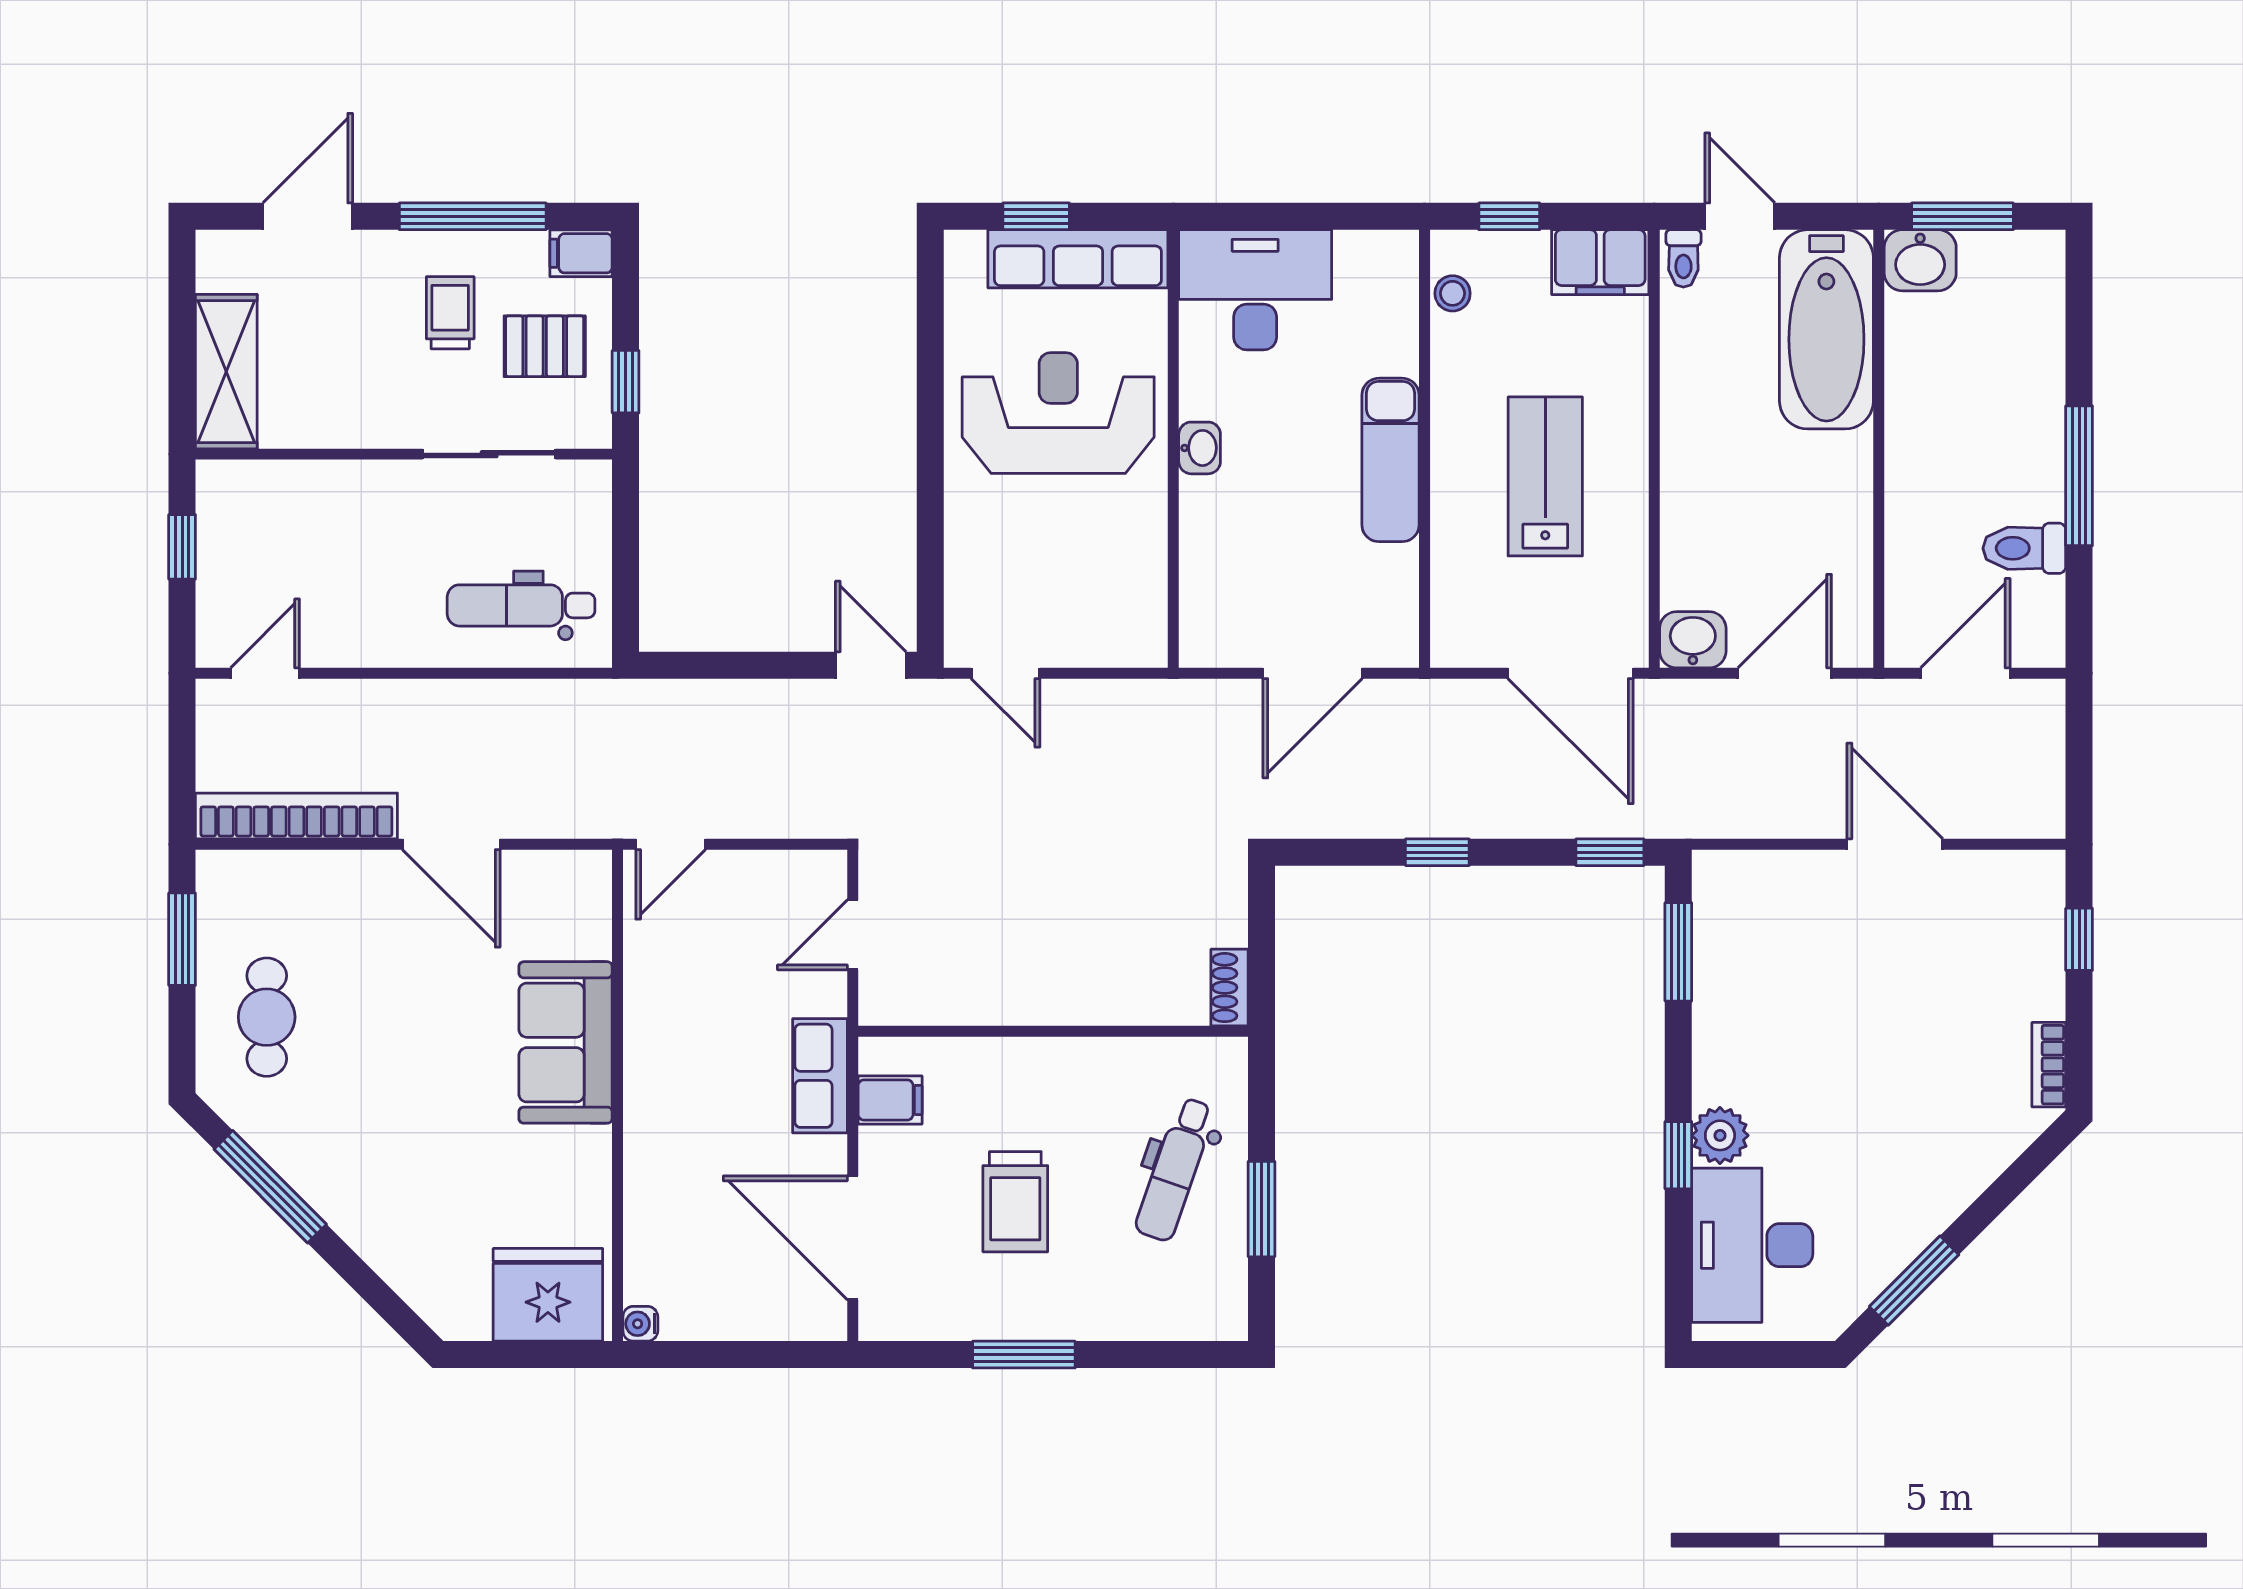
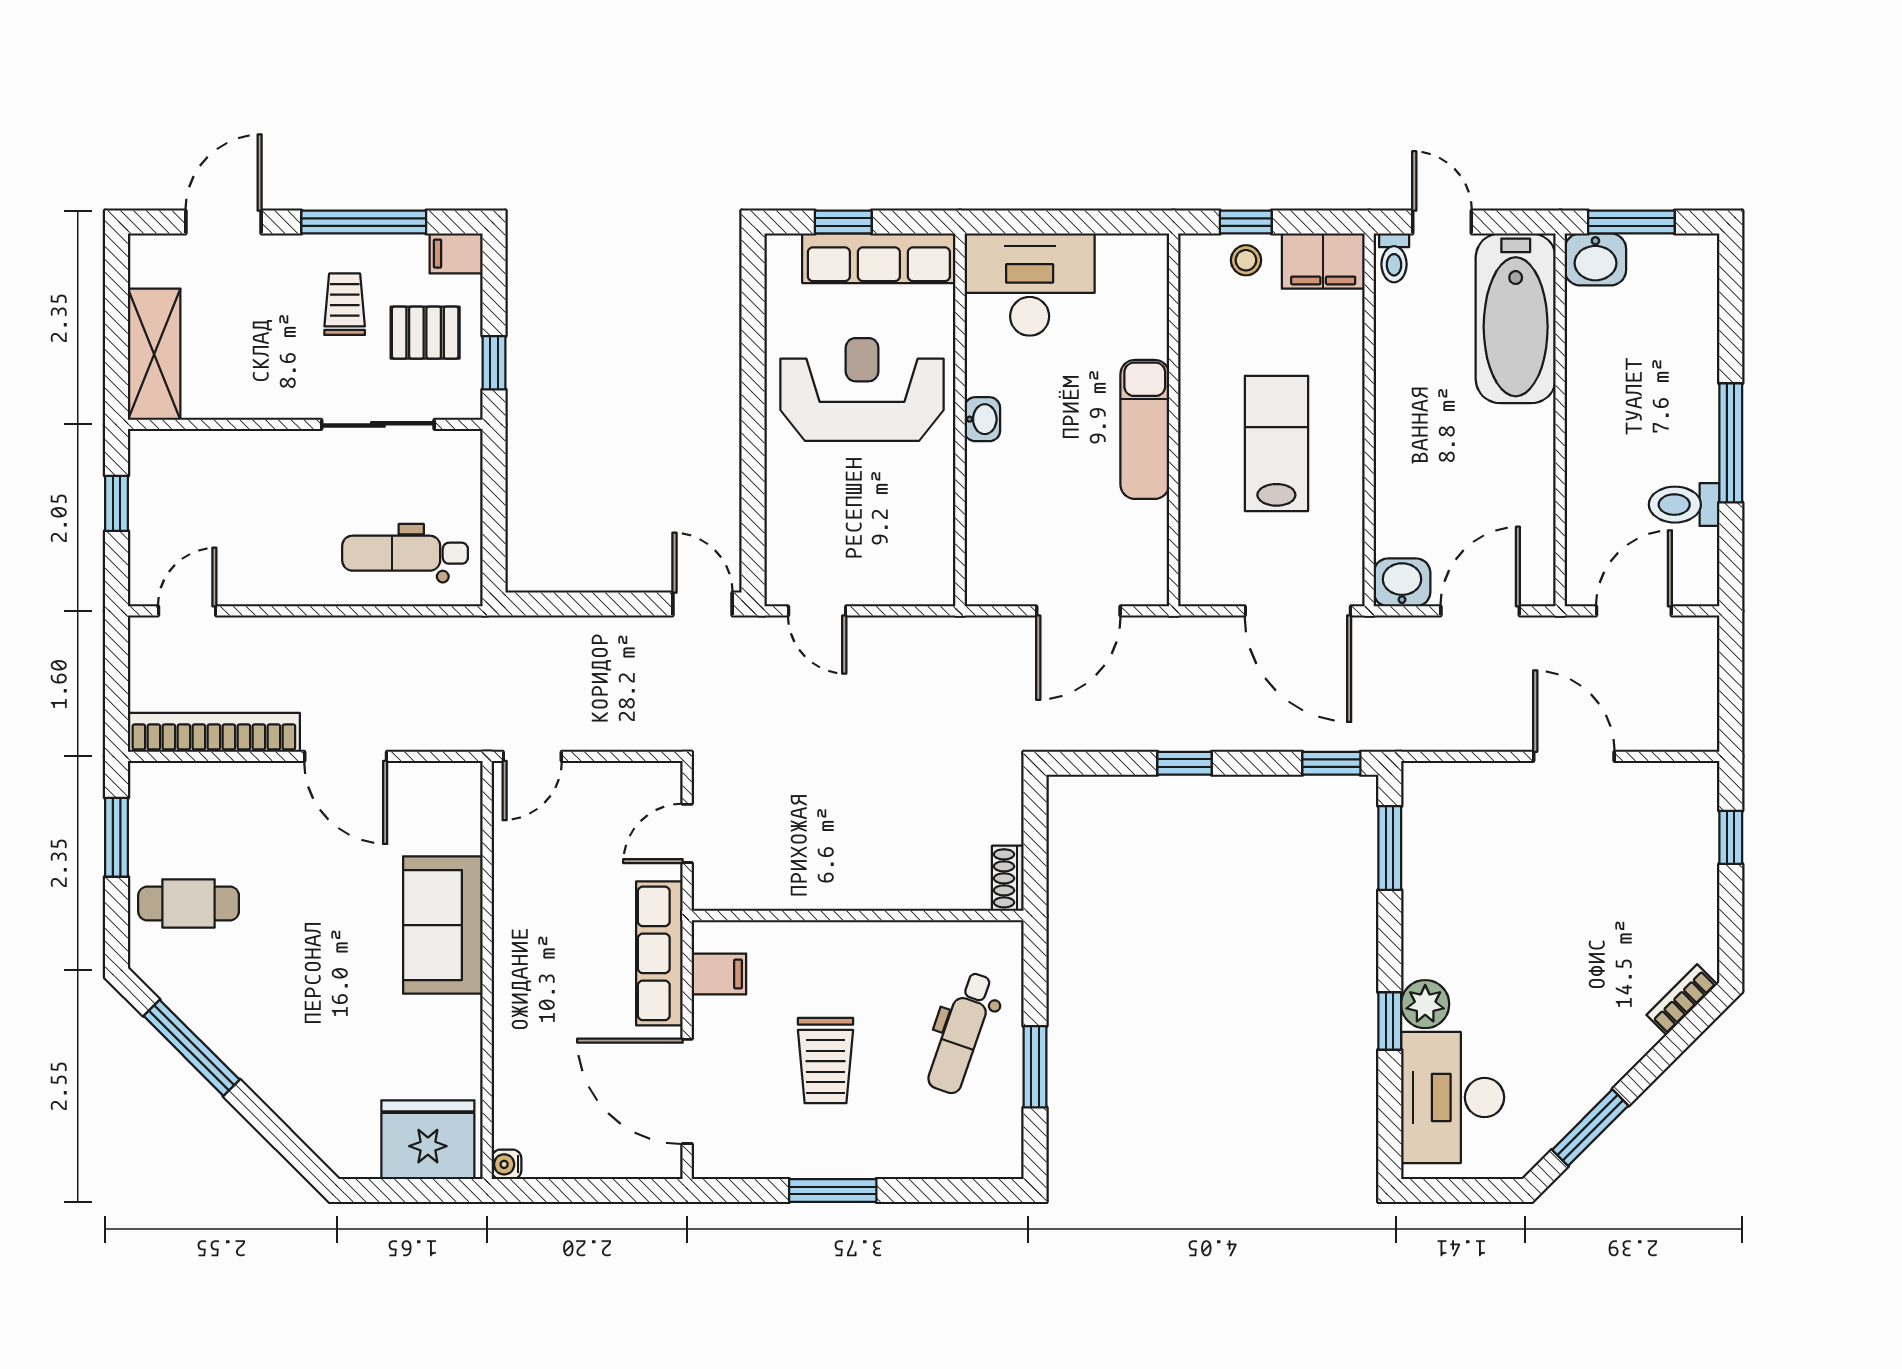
stool: (1453, 293) -> (1246, 260), moved
cafe table: (267, 1017) -> (189, 903), turned 90
bookcase: (2049, 1065) -> (1682, 1000), moved, turned 45
row of seats: (820, 1076) -> (659, 953), width x1.48

